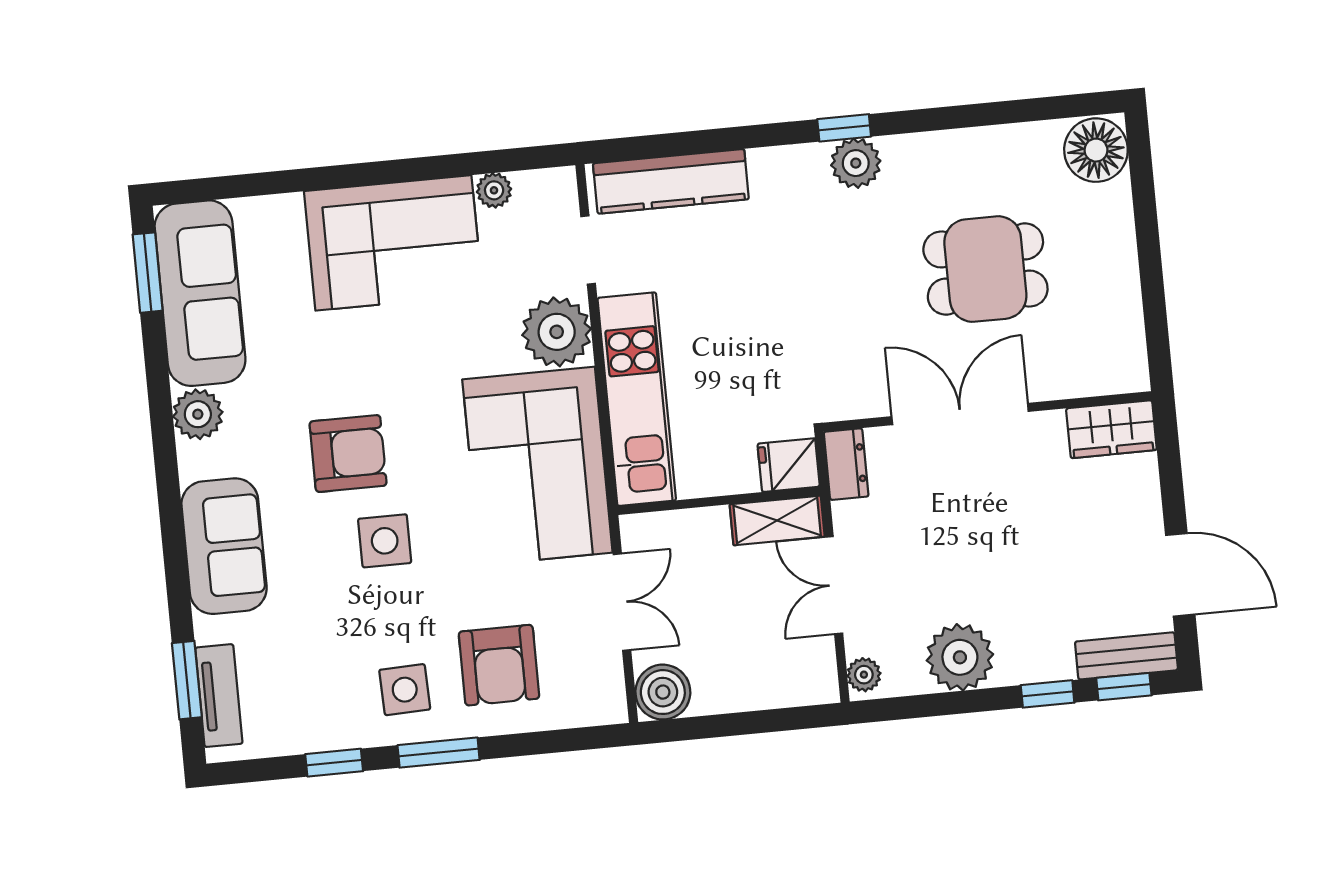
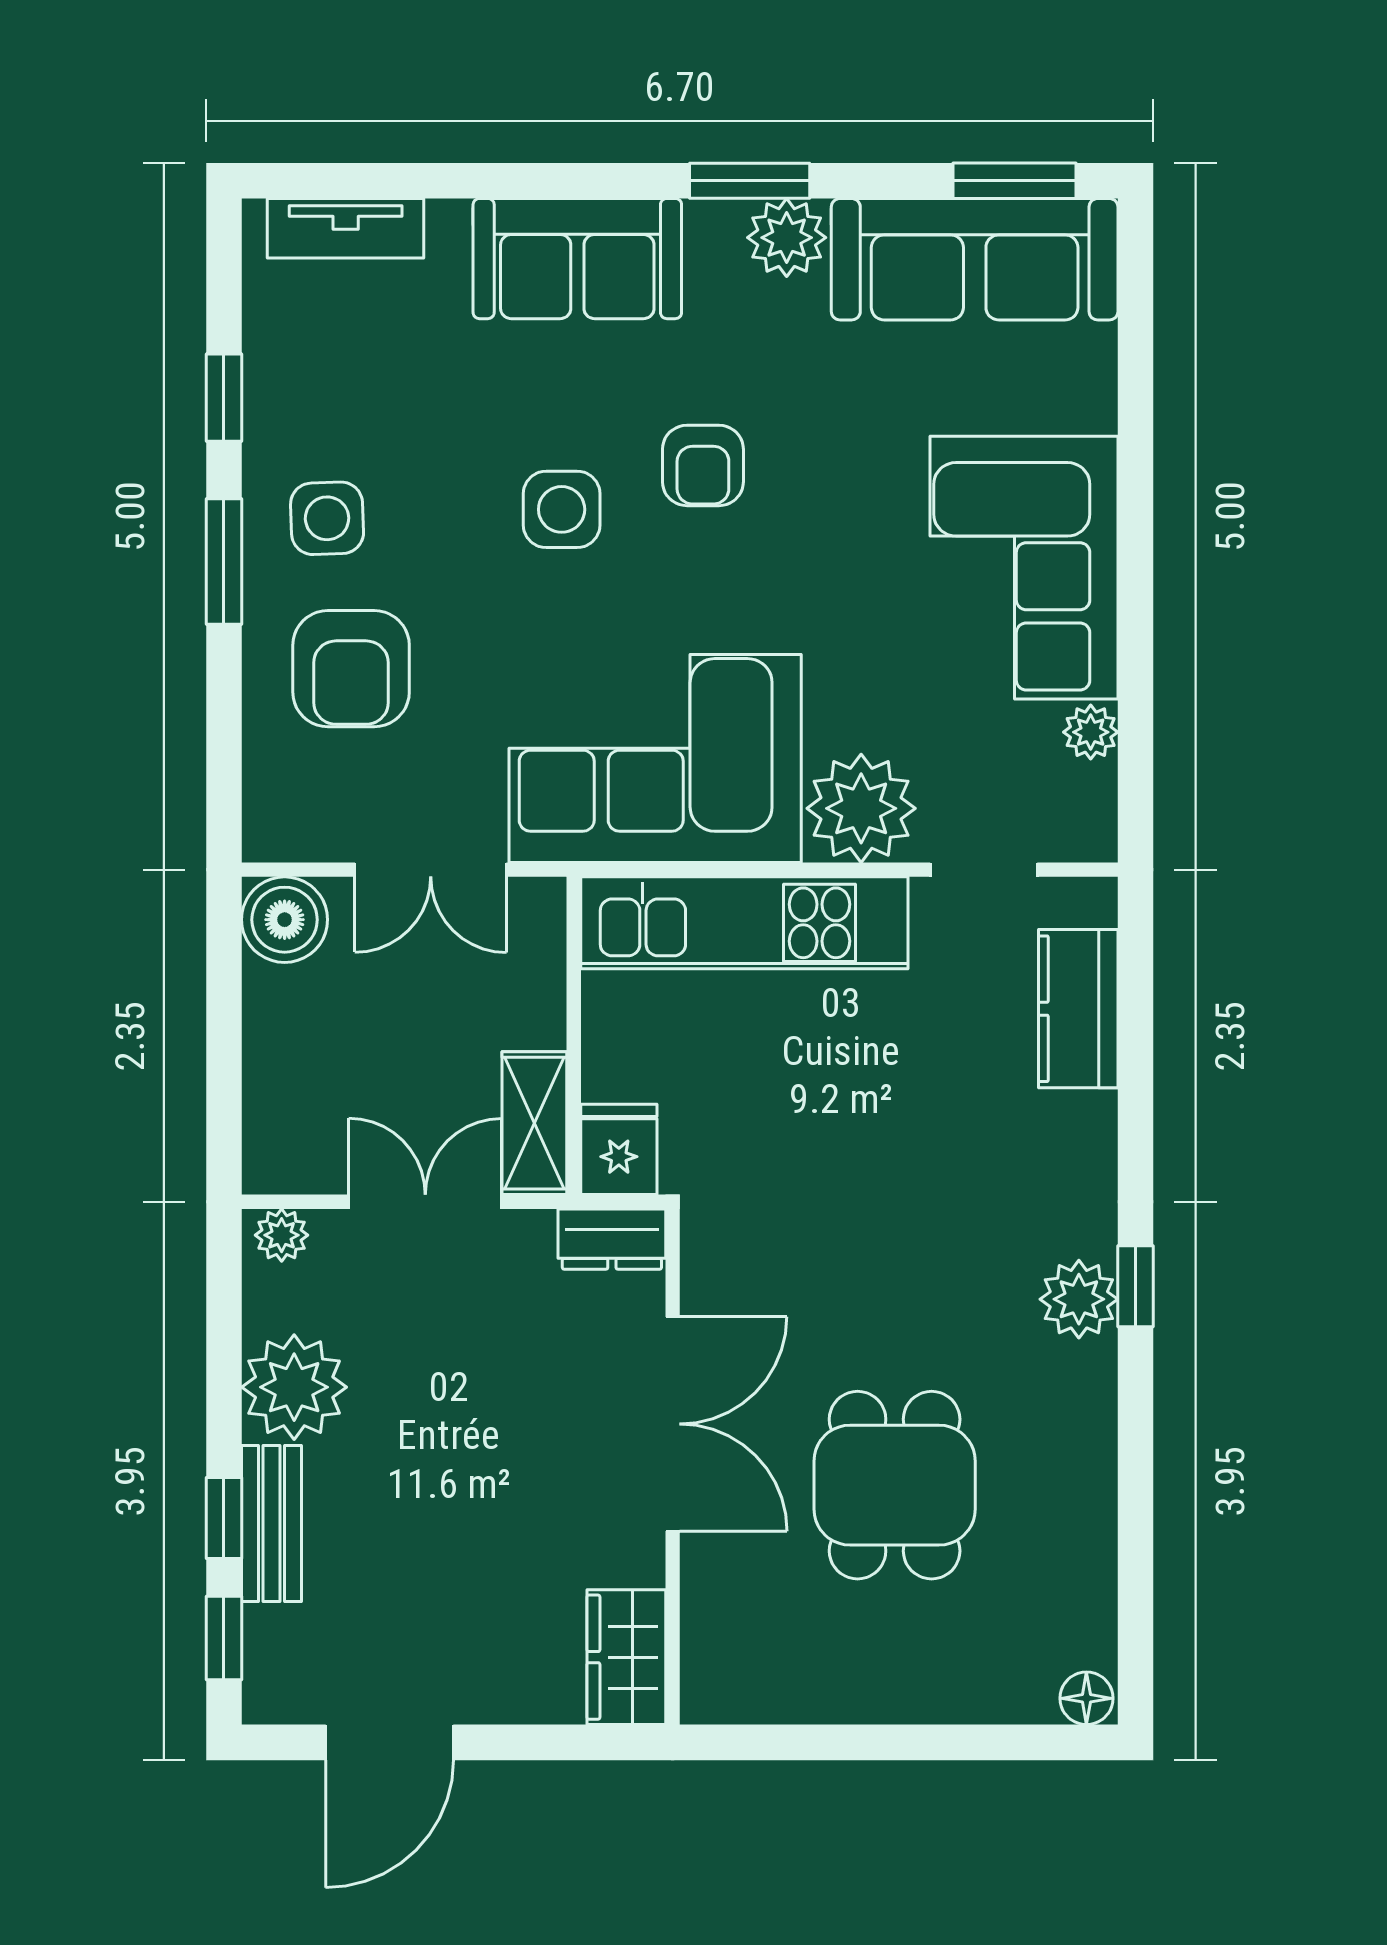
floor lamp: (1096, 150) -> (1086, 1698), width x0.53, depth x0.53
kitchen counter: (671, 181) -> (1078, 1009), width x0.67
armchair: (348, 454) -> (703, 465), width x0.72, depth x0.72
bench: (1126, 656) -> (271, 1523), moved
armchair: (499, 665) -> (351, 669), turned -90
window: (187, 680) -> (750, 181), moved

